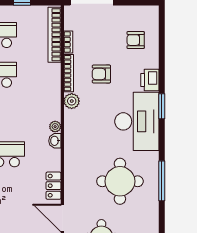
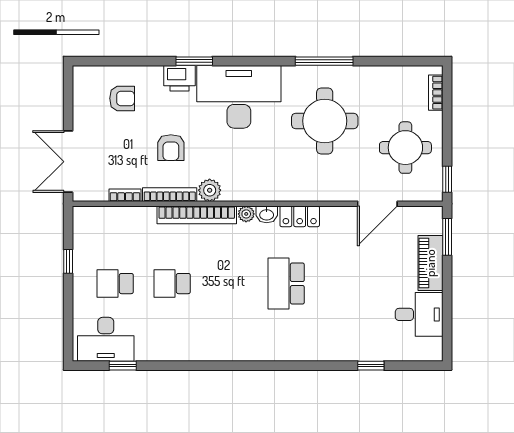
bookcase: (55, 35) -> (197, 215), moved
armchair: (136, 40) -> (122, 98), turned -90
window: (162, 106) -> (194, 61), moved
locker: (54, 186) -> (300, 216), moved

